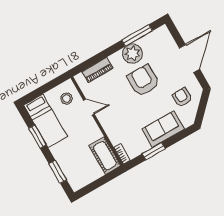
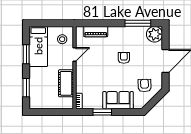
plant: (132, 54) -> (155, 34), moved
armchair: (143, 81) -> (124, 58), width x0.53, depth x0.53
door: (89, 107) -> (75, 54), hinge flipped
cot: (105, 156) -> (66, 83), moved

